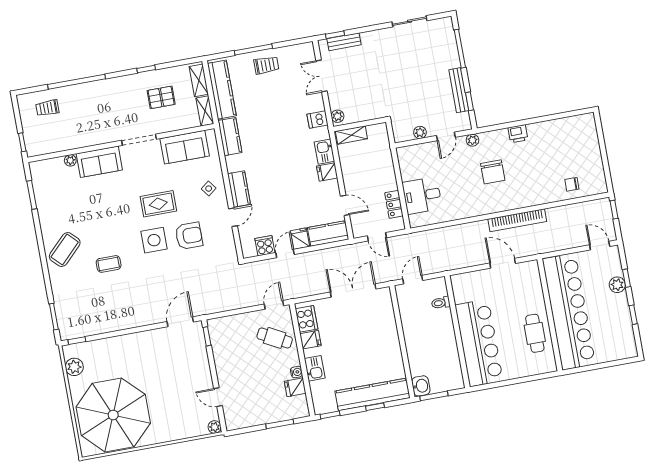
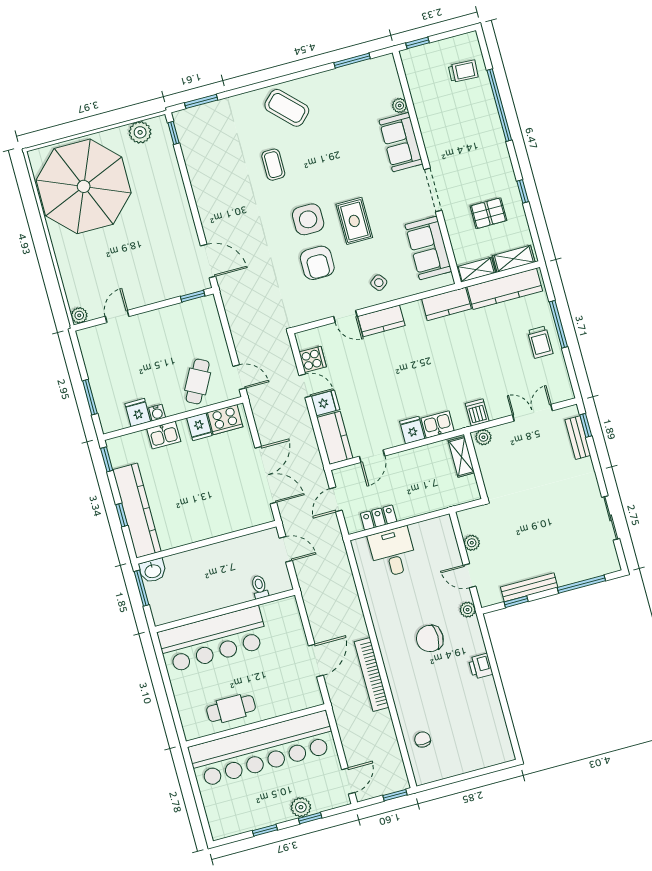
pallet: (161, 97) -> (488, 213), turned 90
trolley: (47, 108) -> (463, 71), turned 93

